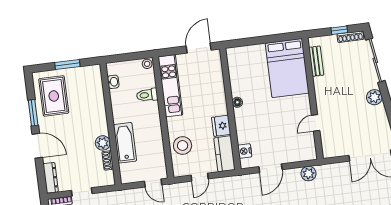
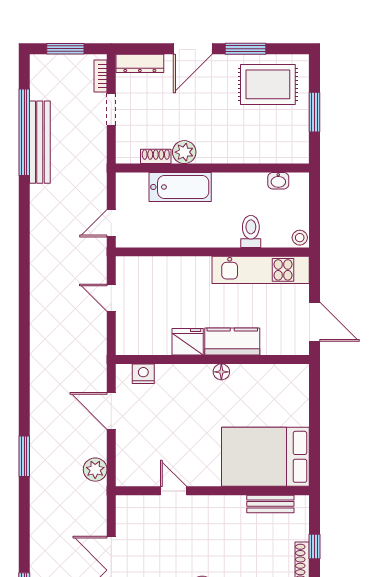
stool: (183, 146) -> (164, 277), removed
kitchen counter: (225, 154) -> (232, 341), moved

